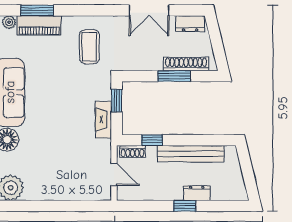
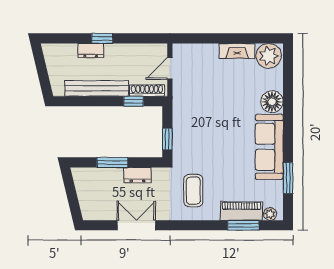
dresser: (190, 24) -> (138, 175), moved, turned 180
shoe rack: (186, 64) -> (101, 174), removed
fireplace: (103, 120) -> (237, 51), moved, turned 90
shoe rack: (132, 151) -> (147, 90), width x1.43
door: (114, 174) -> (170, 69), hinge flipped

